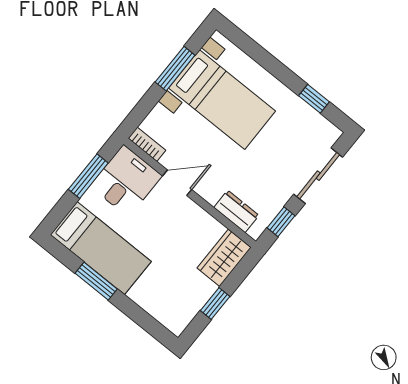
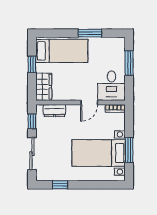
window: (88, 176) -> (129, 63), moved
bed: (101, 248) -> (62, 51), moved, turned 180

